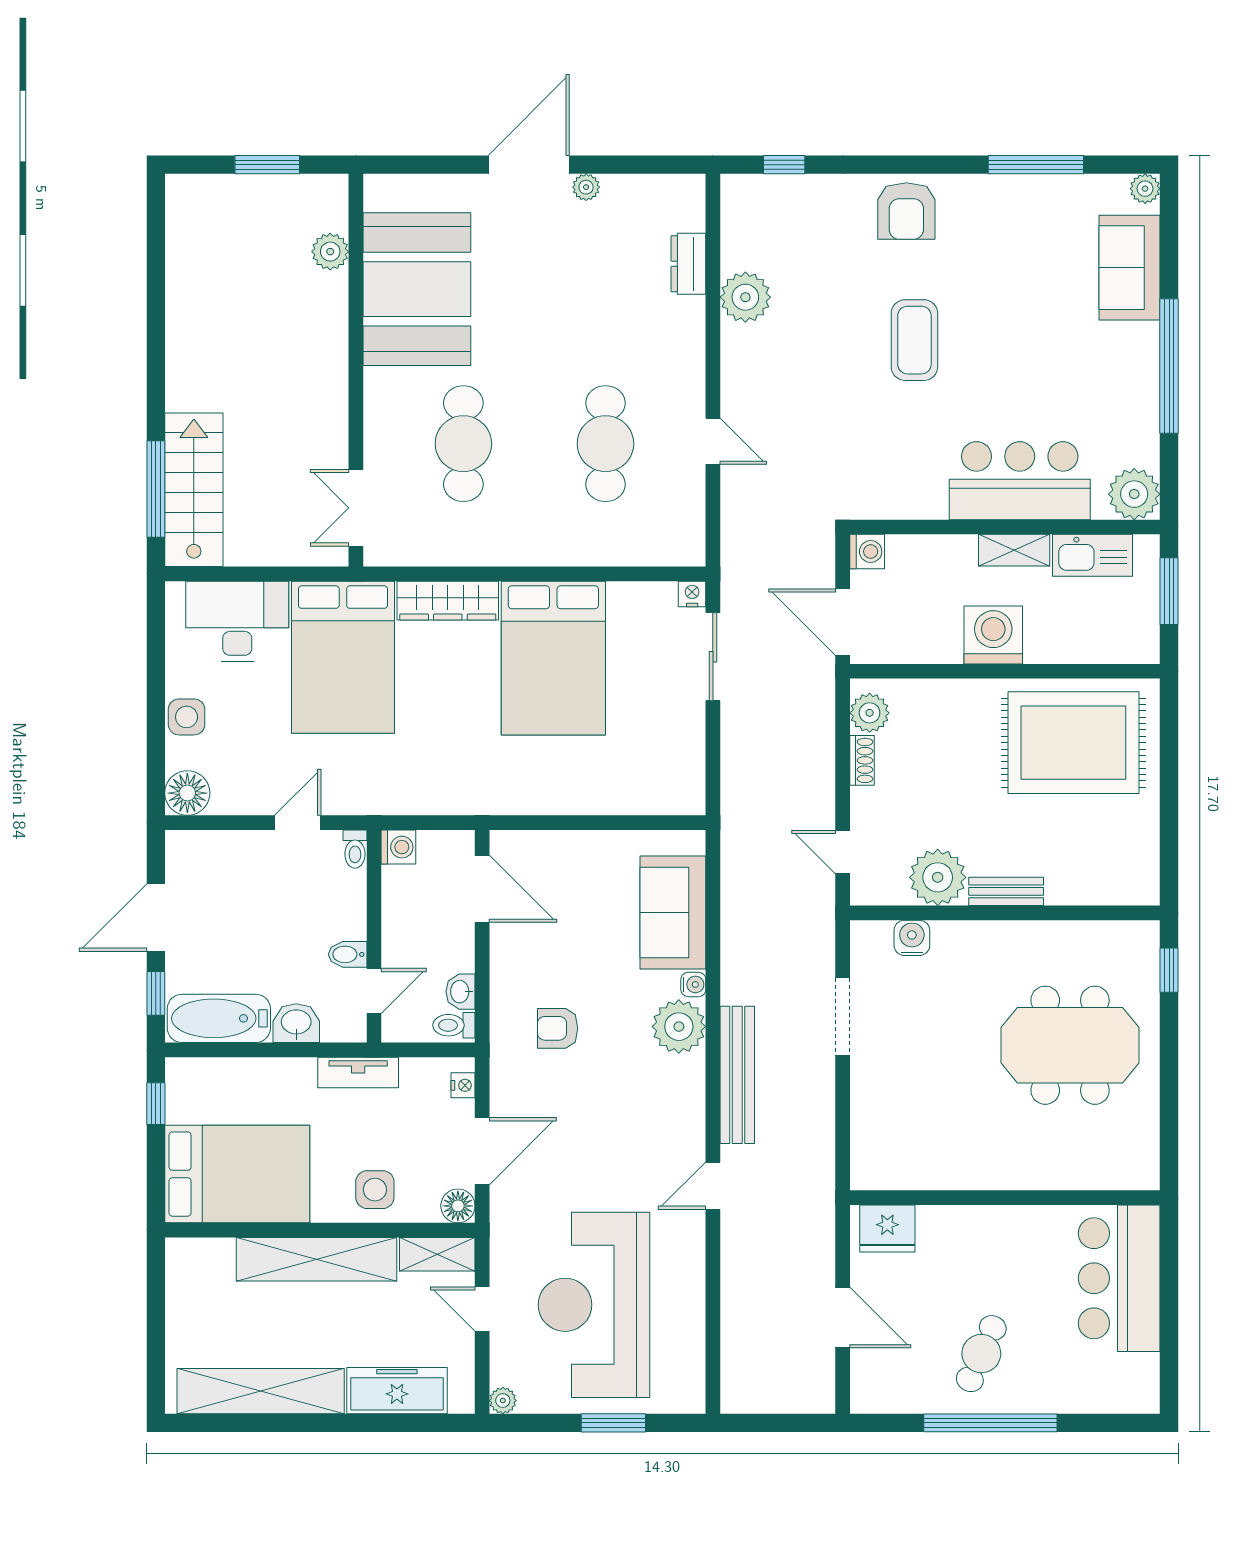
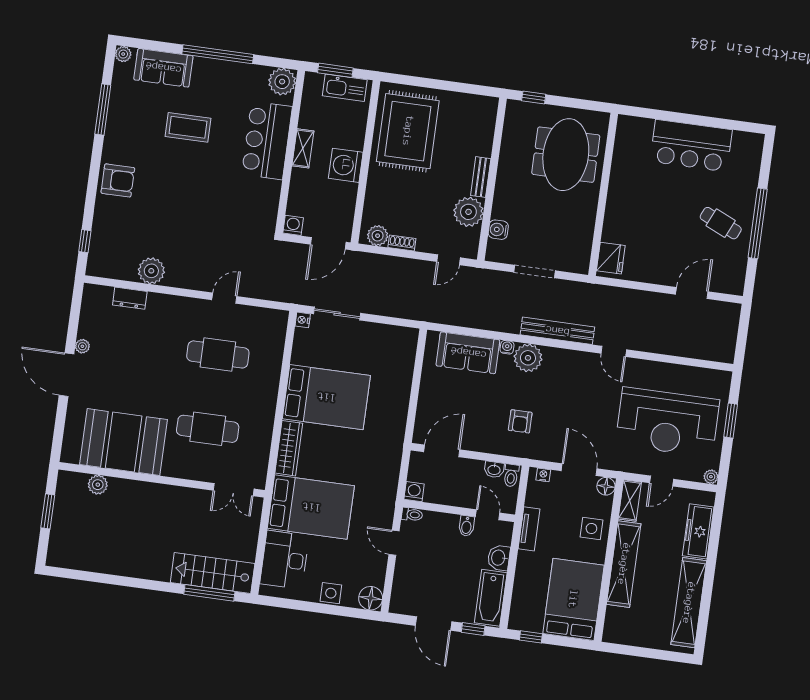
coffee table: (914, 340) -> (188, 127), moved
kitchen sink: (1092, 555) -> (345, 88), moved, turned 90
wall: (1005, 1198) -> (603, 194), moved
fridge: (887, 1228) -> (611, 258), moved

